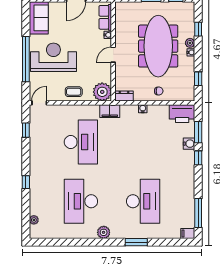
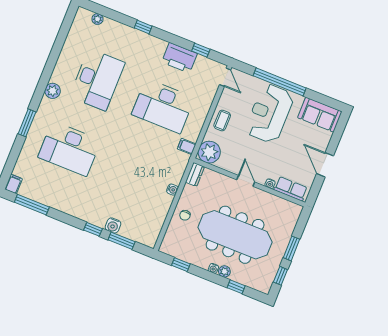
reception desk: (53, 57) -> (269, 113), turned 180
filing cabinet: (110, 111) -> (187, 146), width x0.50
printer: (182, 114) -> (179, 58), moved, turned -90
desk: (81, 201) -> (97, 80), turned 90

